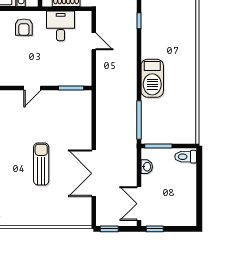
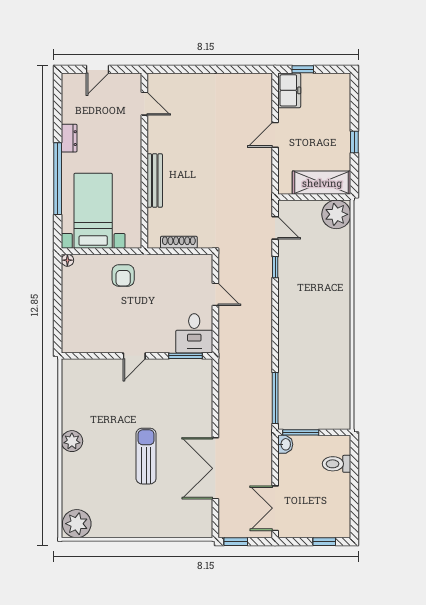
desk: (61, 26) -> (194, 333), moved, turned 180
barbecue: (152, 78) -> (292, 343), removed
toilet: (186, 157) -> (337, 464), moved
washbasin: (147, 167) -> (285, 444), moved
window: (155, 229) -> (324, 542), moved

